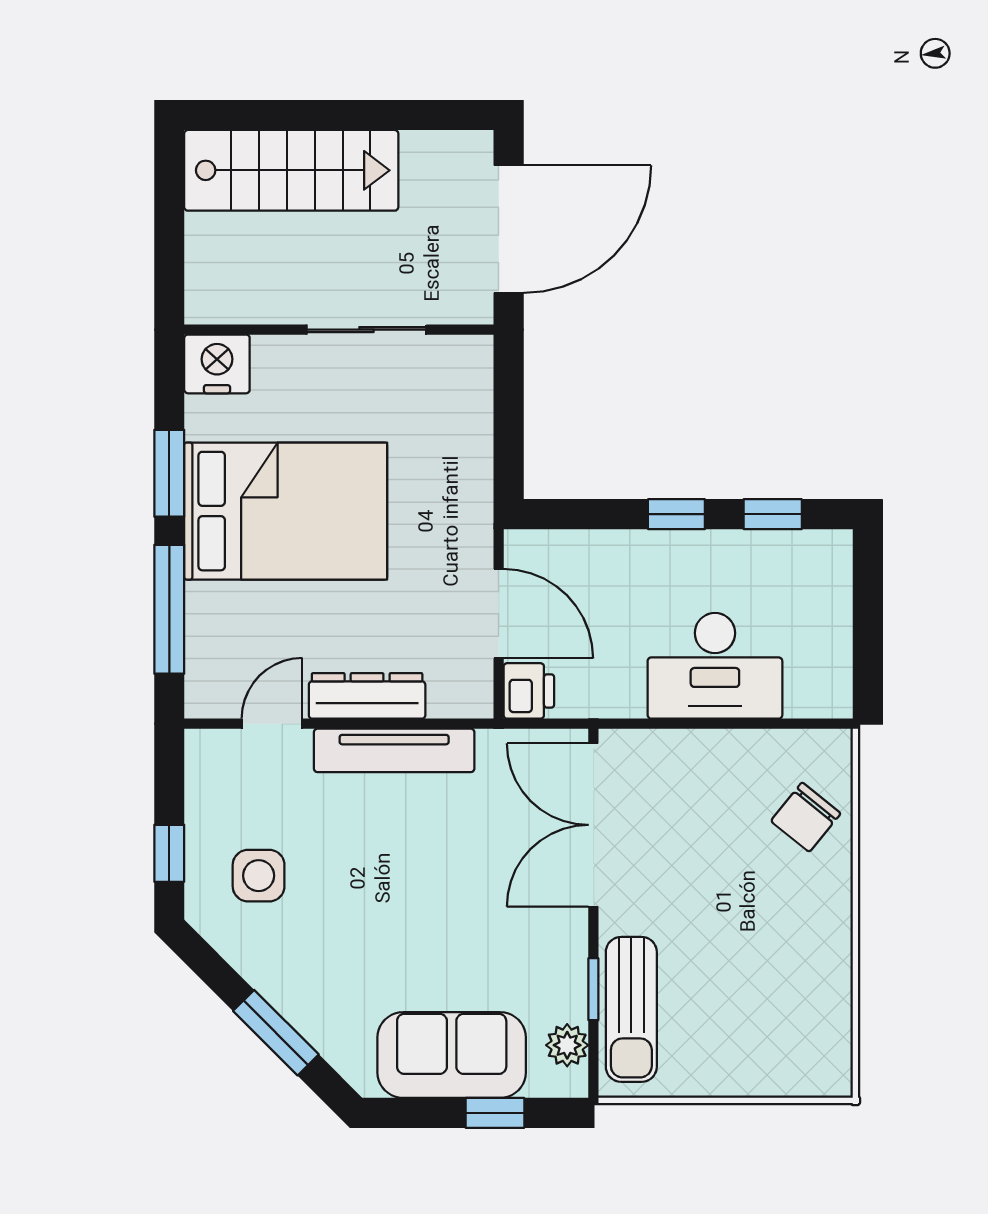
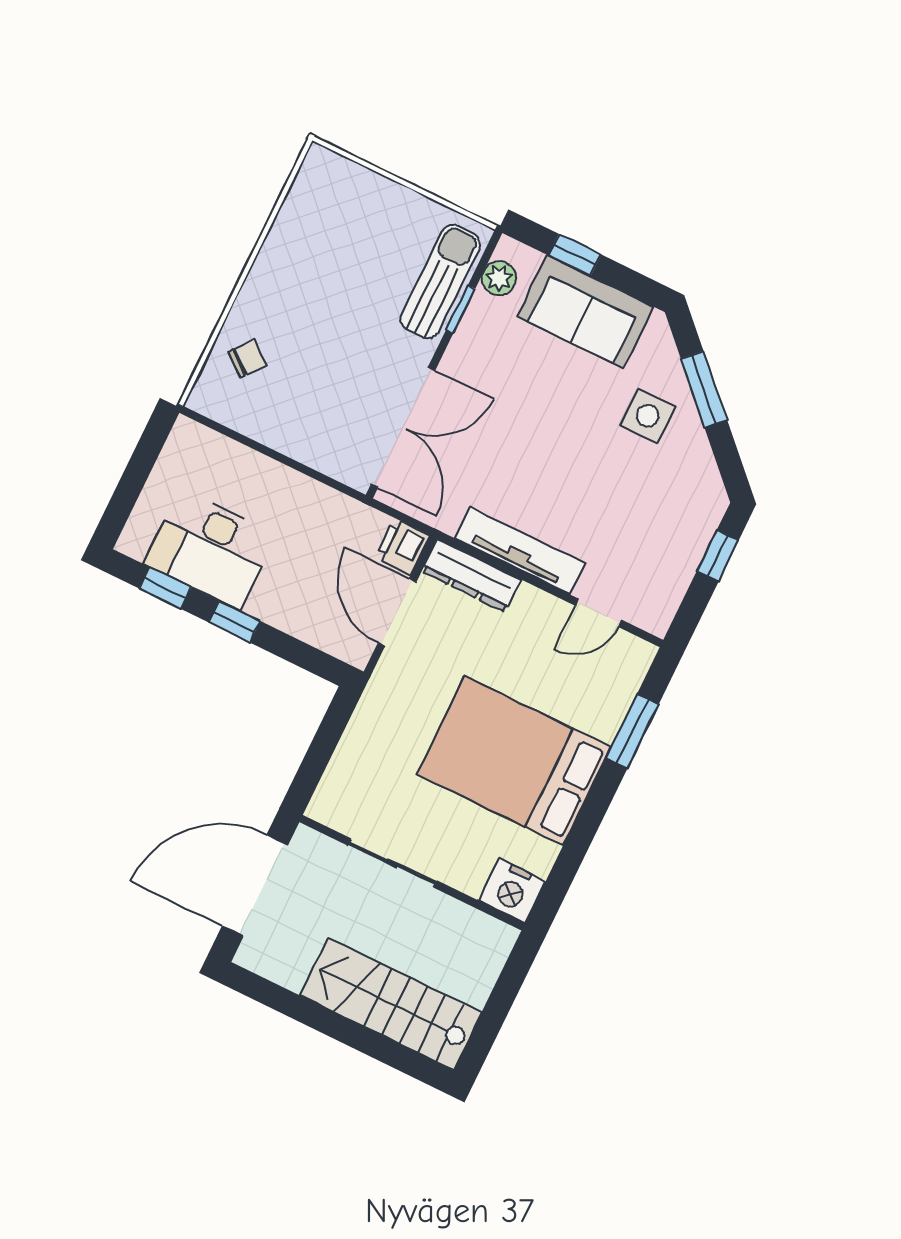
window: (169, 473) -> (585, 829), removed
window: (169, 609) -> (632, 731), width x0.69
desk: (715, 666) -> (210, 549), moved, turned 180
dresser: (367, 696) -> (471, 576), moved
chair: (806, 817) -> (248, 359), width x0.73, depth x0.73
side table: (259, 876) -> (648, 416), moved

